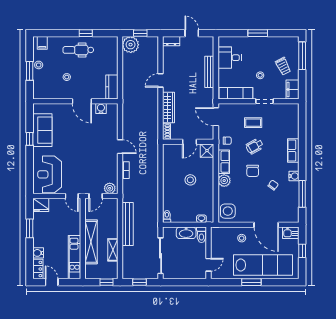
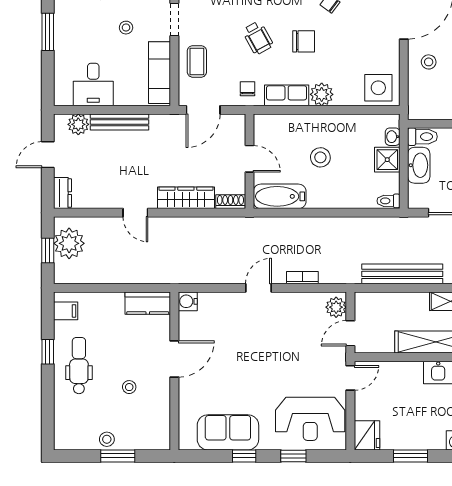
filing cabinet: (42, 43) -> (66, 311), moved
plant: (131, 45) -> (69, 243), moved
dental chair: (78, 50) -> (79, 366), turned 180
plant: (208, 50) -> (78, 124), added
water cooler: (101, 109) -> (188, 301), moved
coffee table: (253, 123) -> (197, 61), moved
shower: (207, 151) -> (387, 160), moved
bathtub: (169, 158) -> (280, 196), added
window: (30, 165) -> (293, 456), added
door: (96, 196) -> (350, 333), swing flipped

